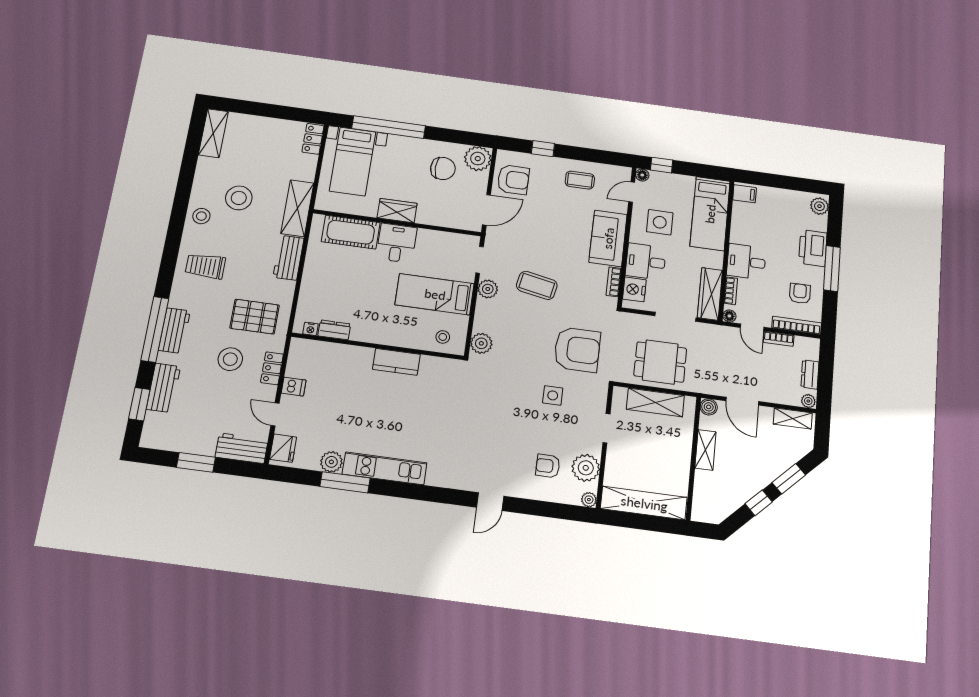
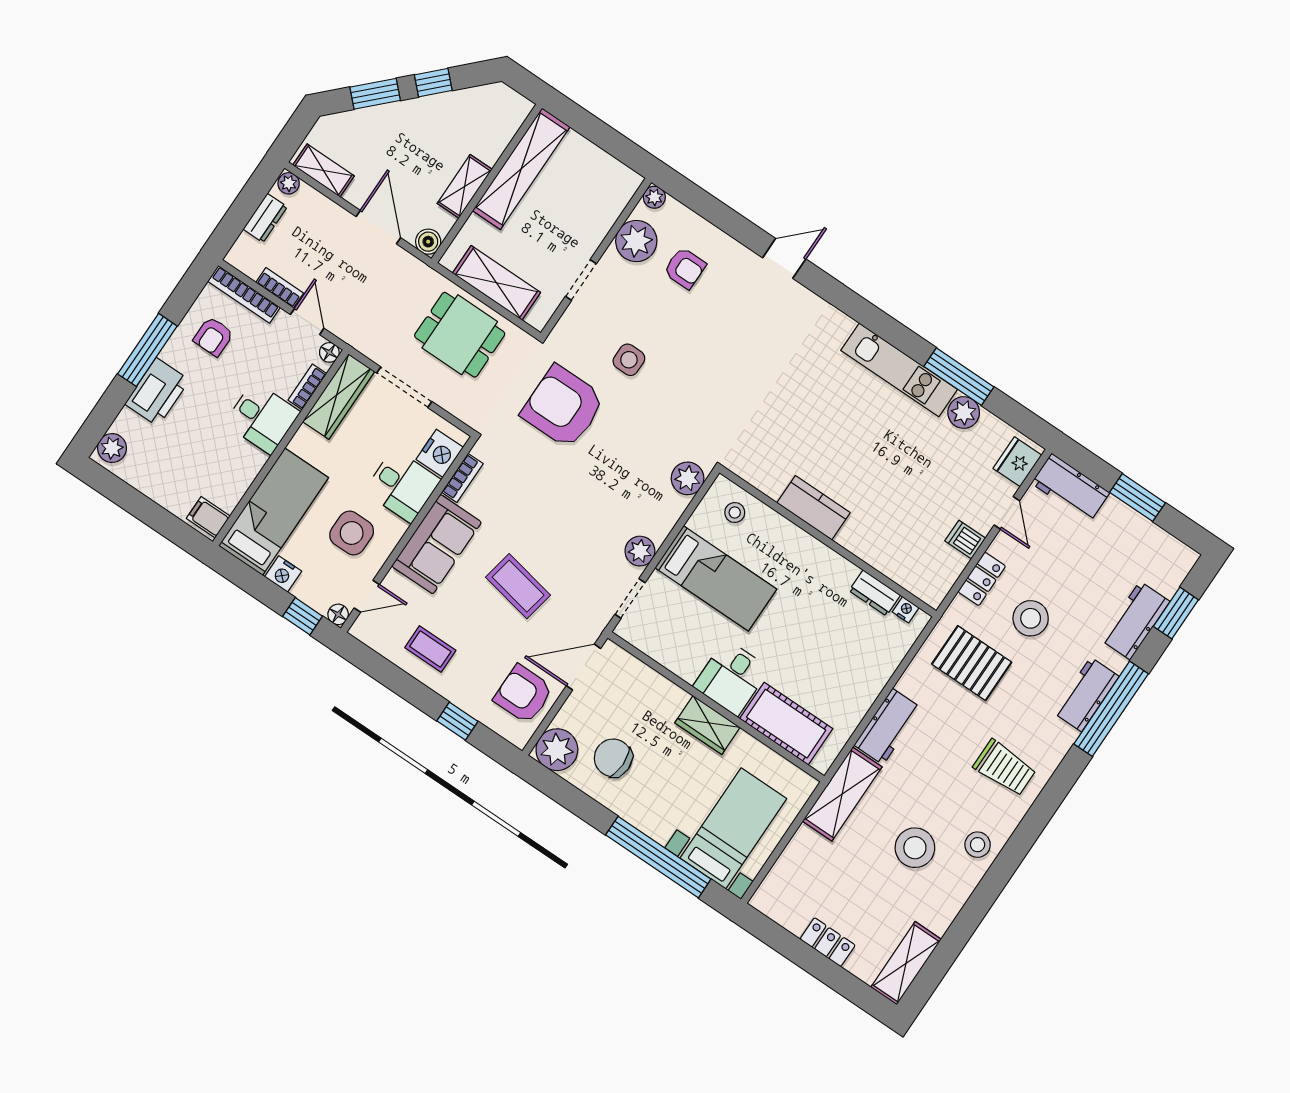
locker: (313, 139) -> (828, 942), moved, turned -90
nightstand: (685, 183) -> (283, 574), added
coffee table: (537, 285) -> (518, 586), moved
shelving: (644, 503) -> (521, 169), moved, turned 90

